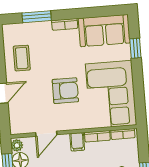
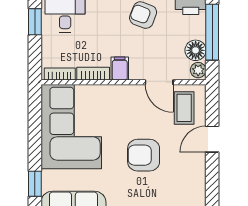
coffee table: (22, 58) -> (184, 108), moved
armchair: (65, 91) -> (144, 155), moved
door: (46, 134) -> (159, 82), swing flipped

